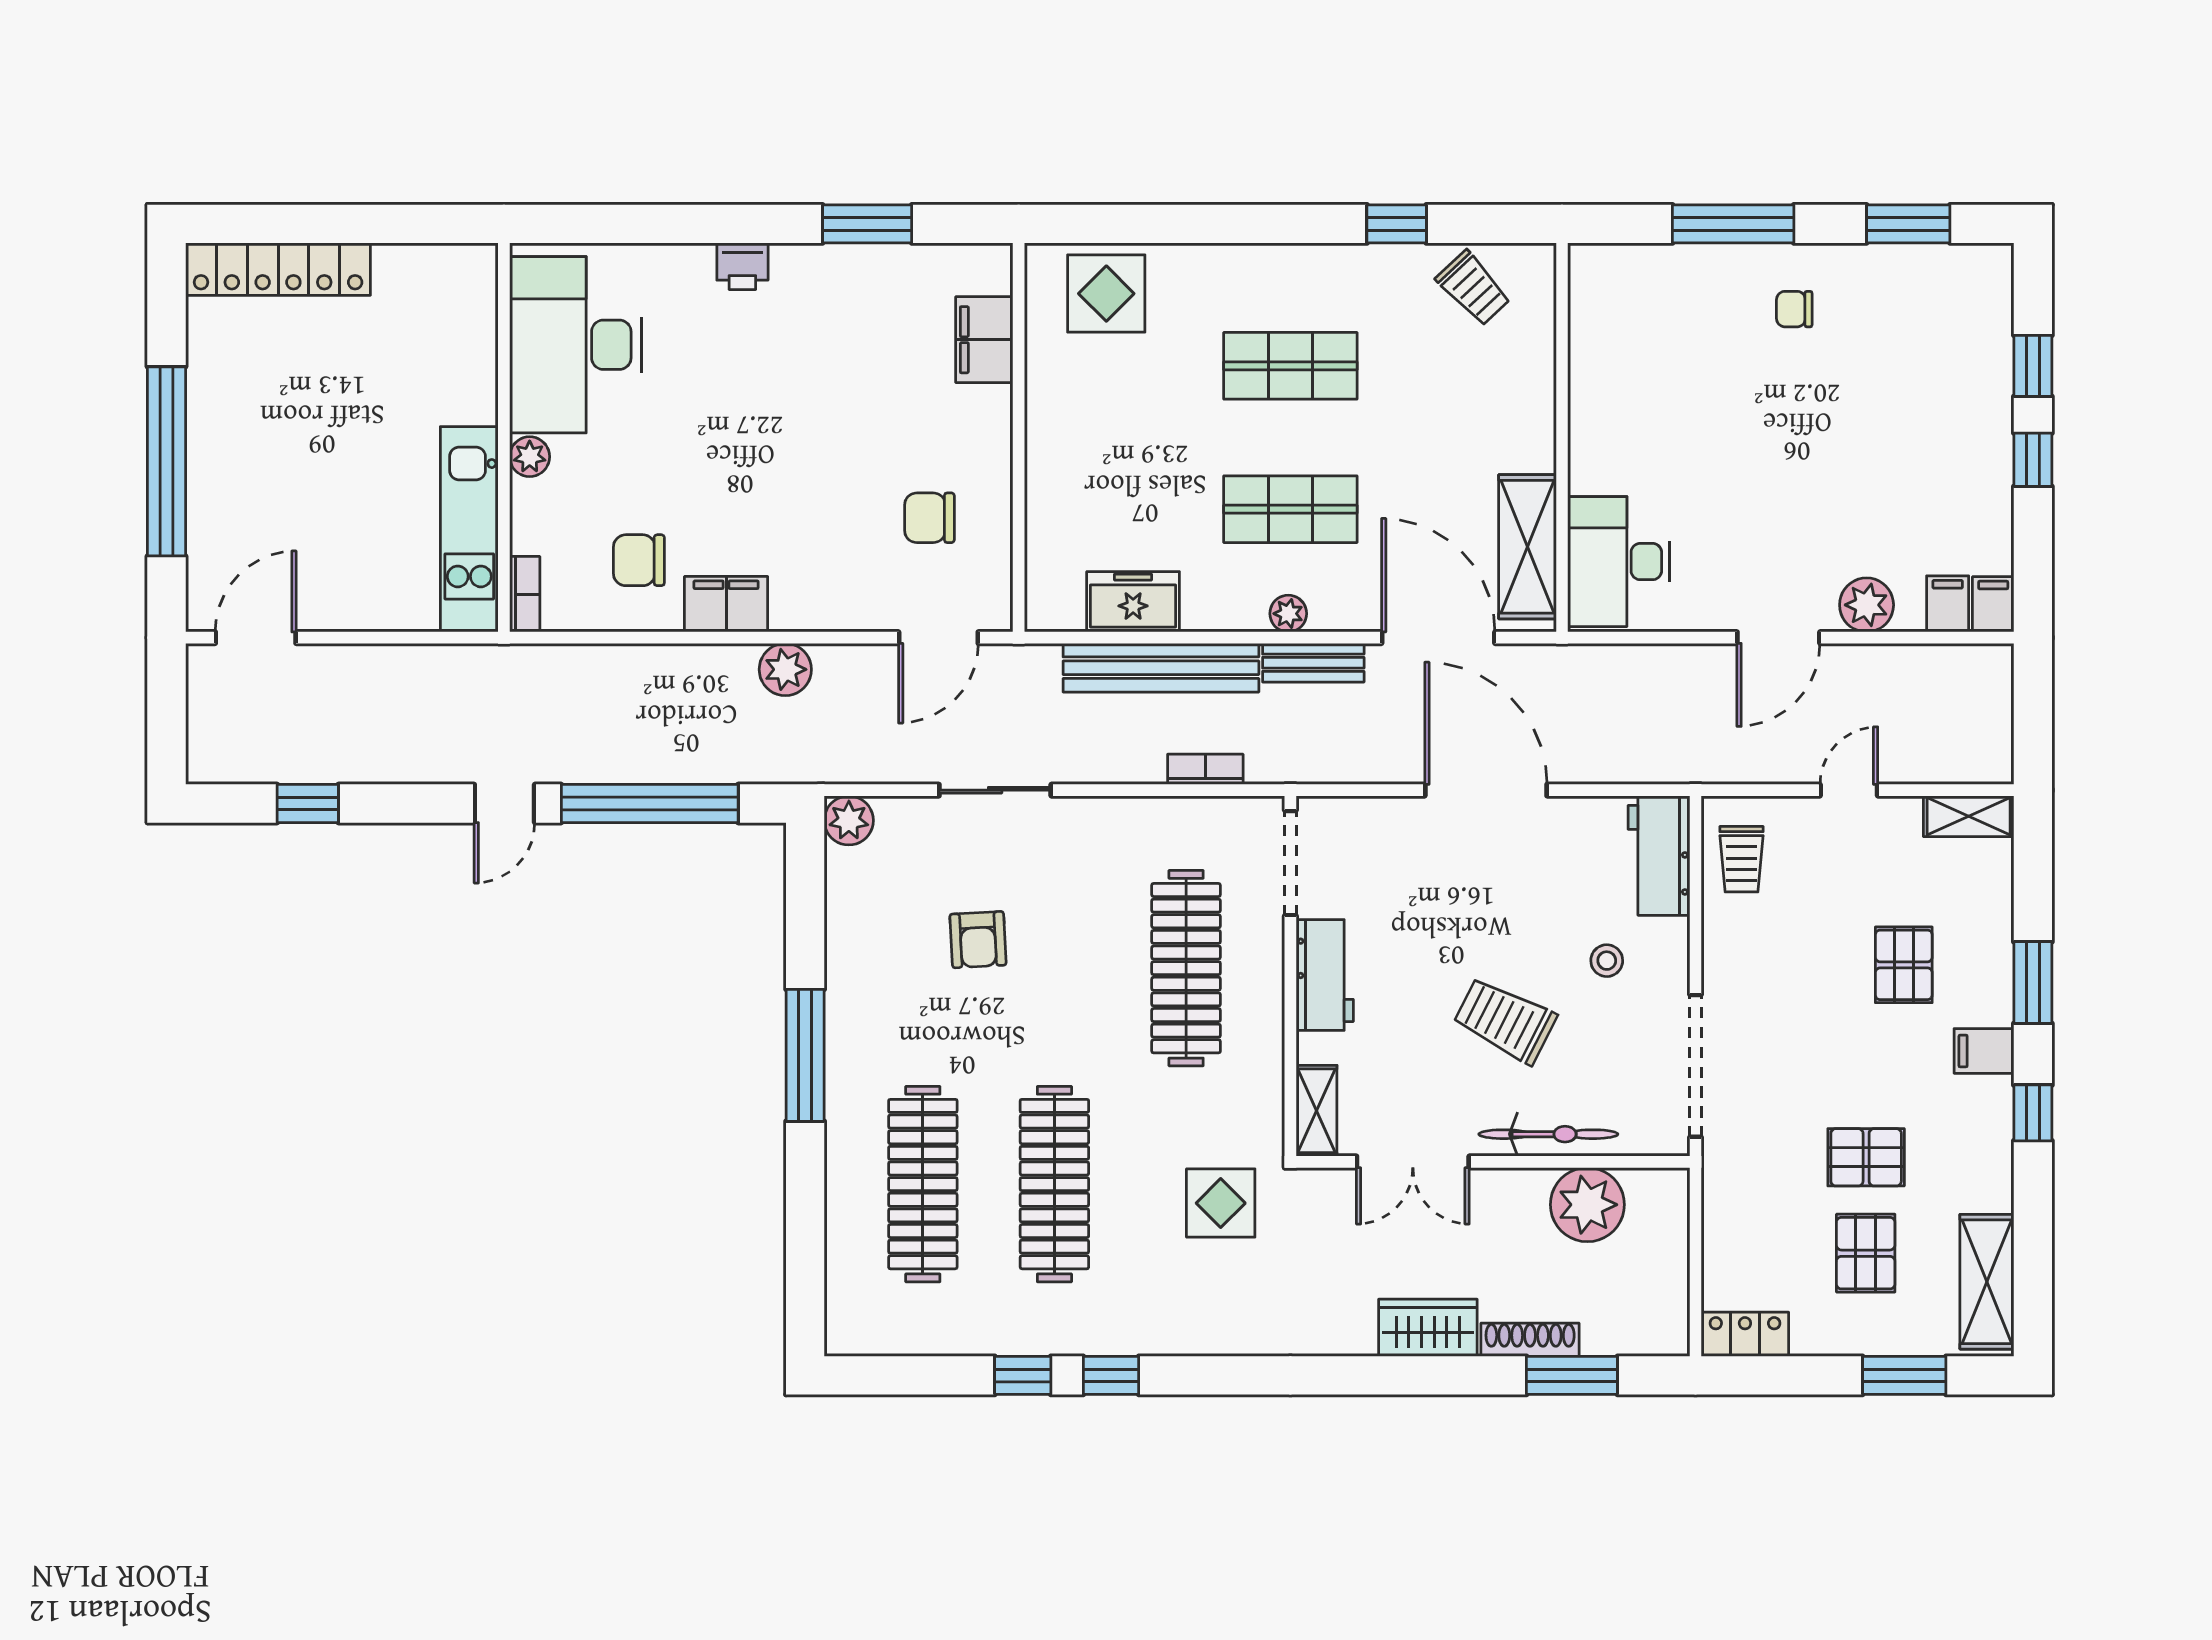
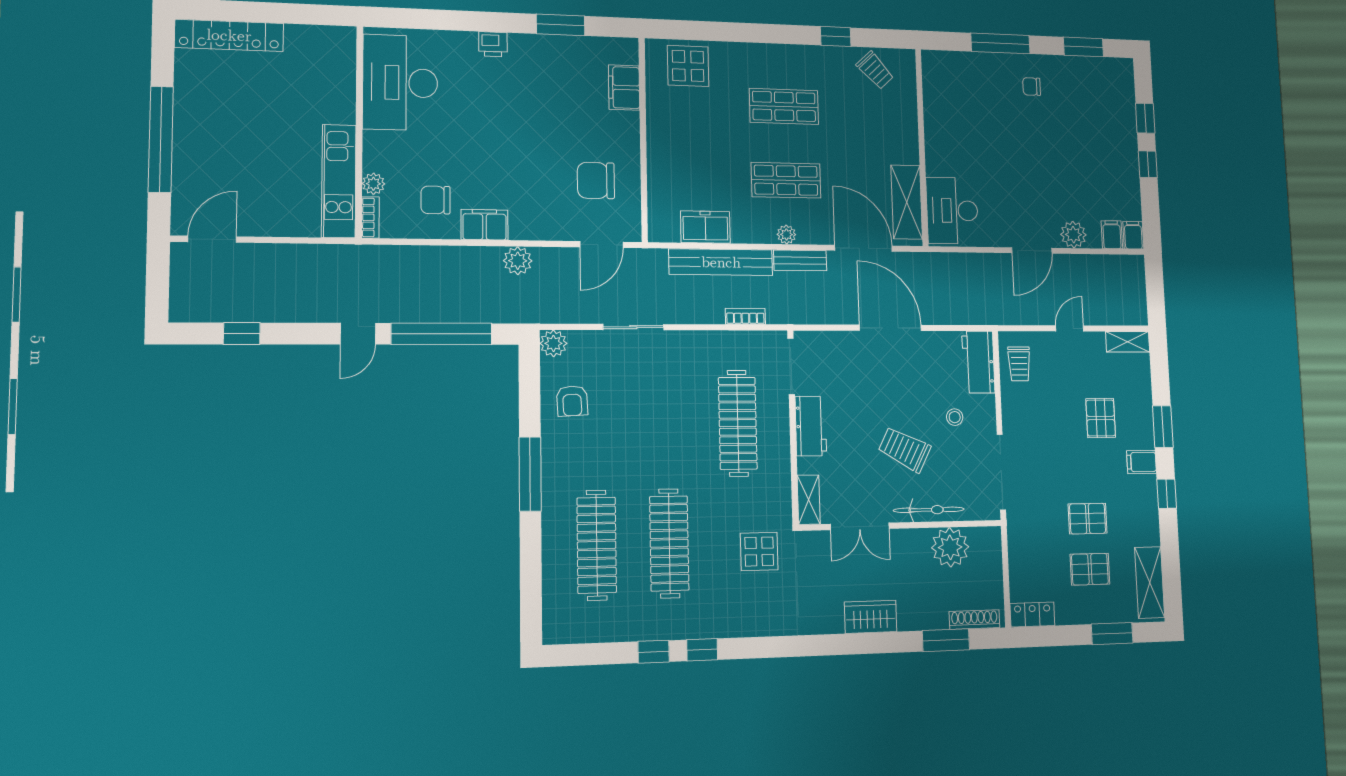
plant: (530, 457) -> (373, 184), moved
chair: (929, 518) -> (596, 180), width x1.37, depth x1.37
armchair: (978, 940) -> (572, 401), moved
pallet: (1866, 1253) -> (1090, 569), turned 90
shoe rack: (1530, 1340) -> (974, 620), moved

